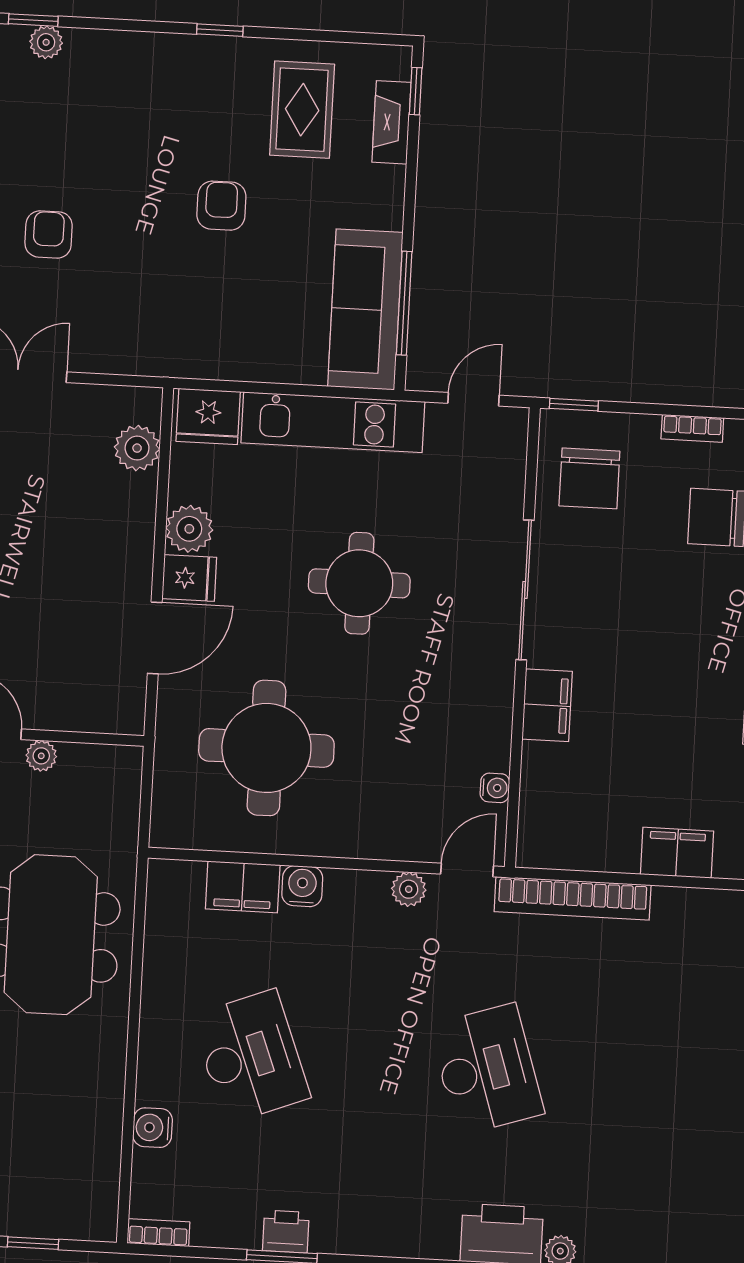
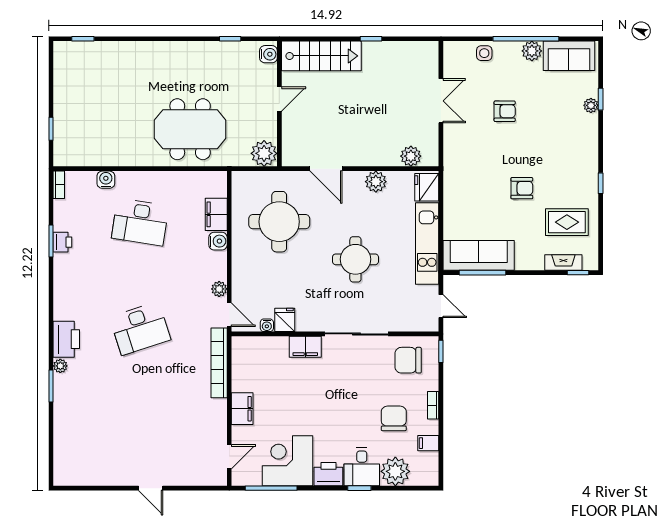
fridge: (189, 578) -> (285, 320), moved, turned 180
plant: (41, 756) -> (264, 153), moved, width x1.88, depth x1.88
desk: (251, 1057) -> (140, 222), turned 30

